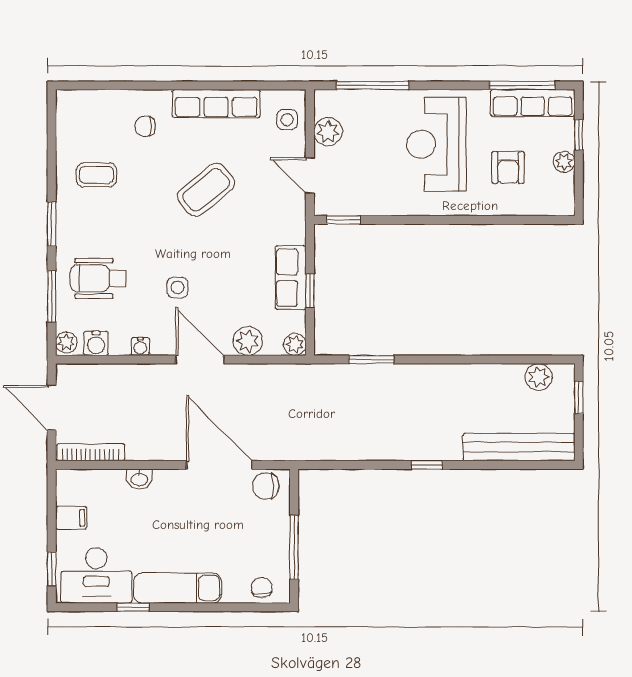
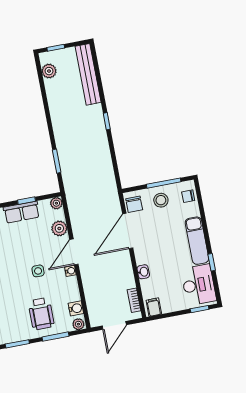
water cooler: (140, 346) -> (70, 271), moved
bookcase: (91, 452) -> (134, 300), width x0.64
filing cabinet: (71, 518) -> (154, 307), moved
stool: (264, 536) -> (161, 200), added

